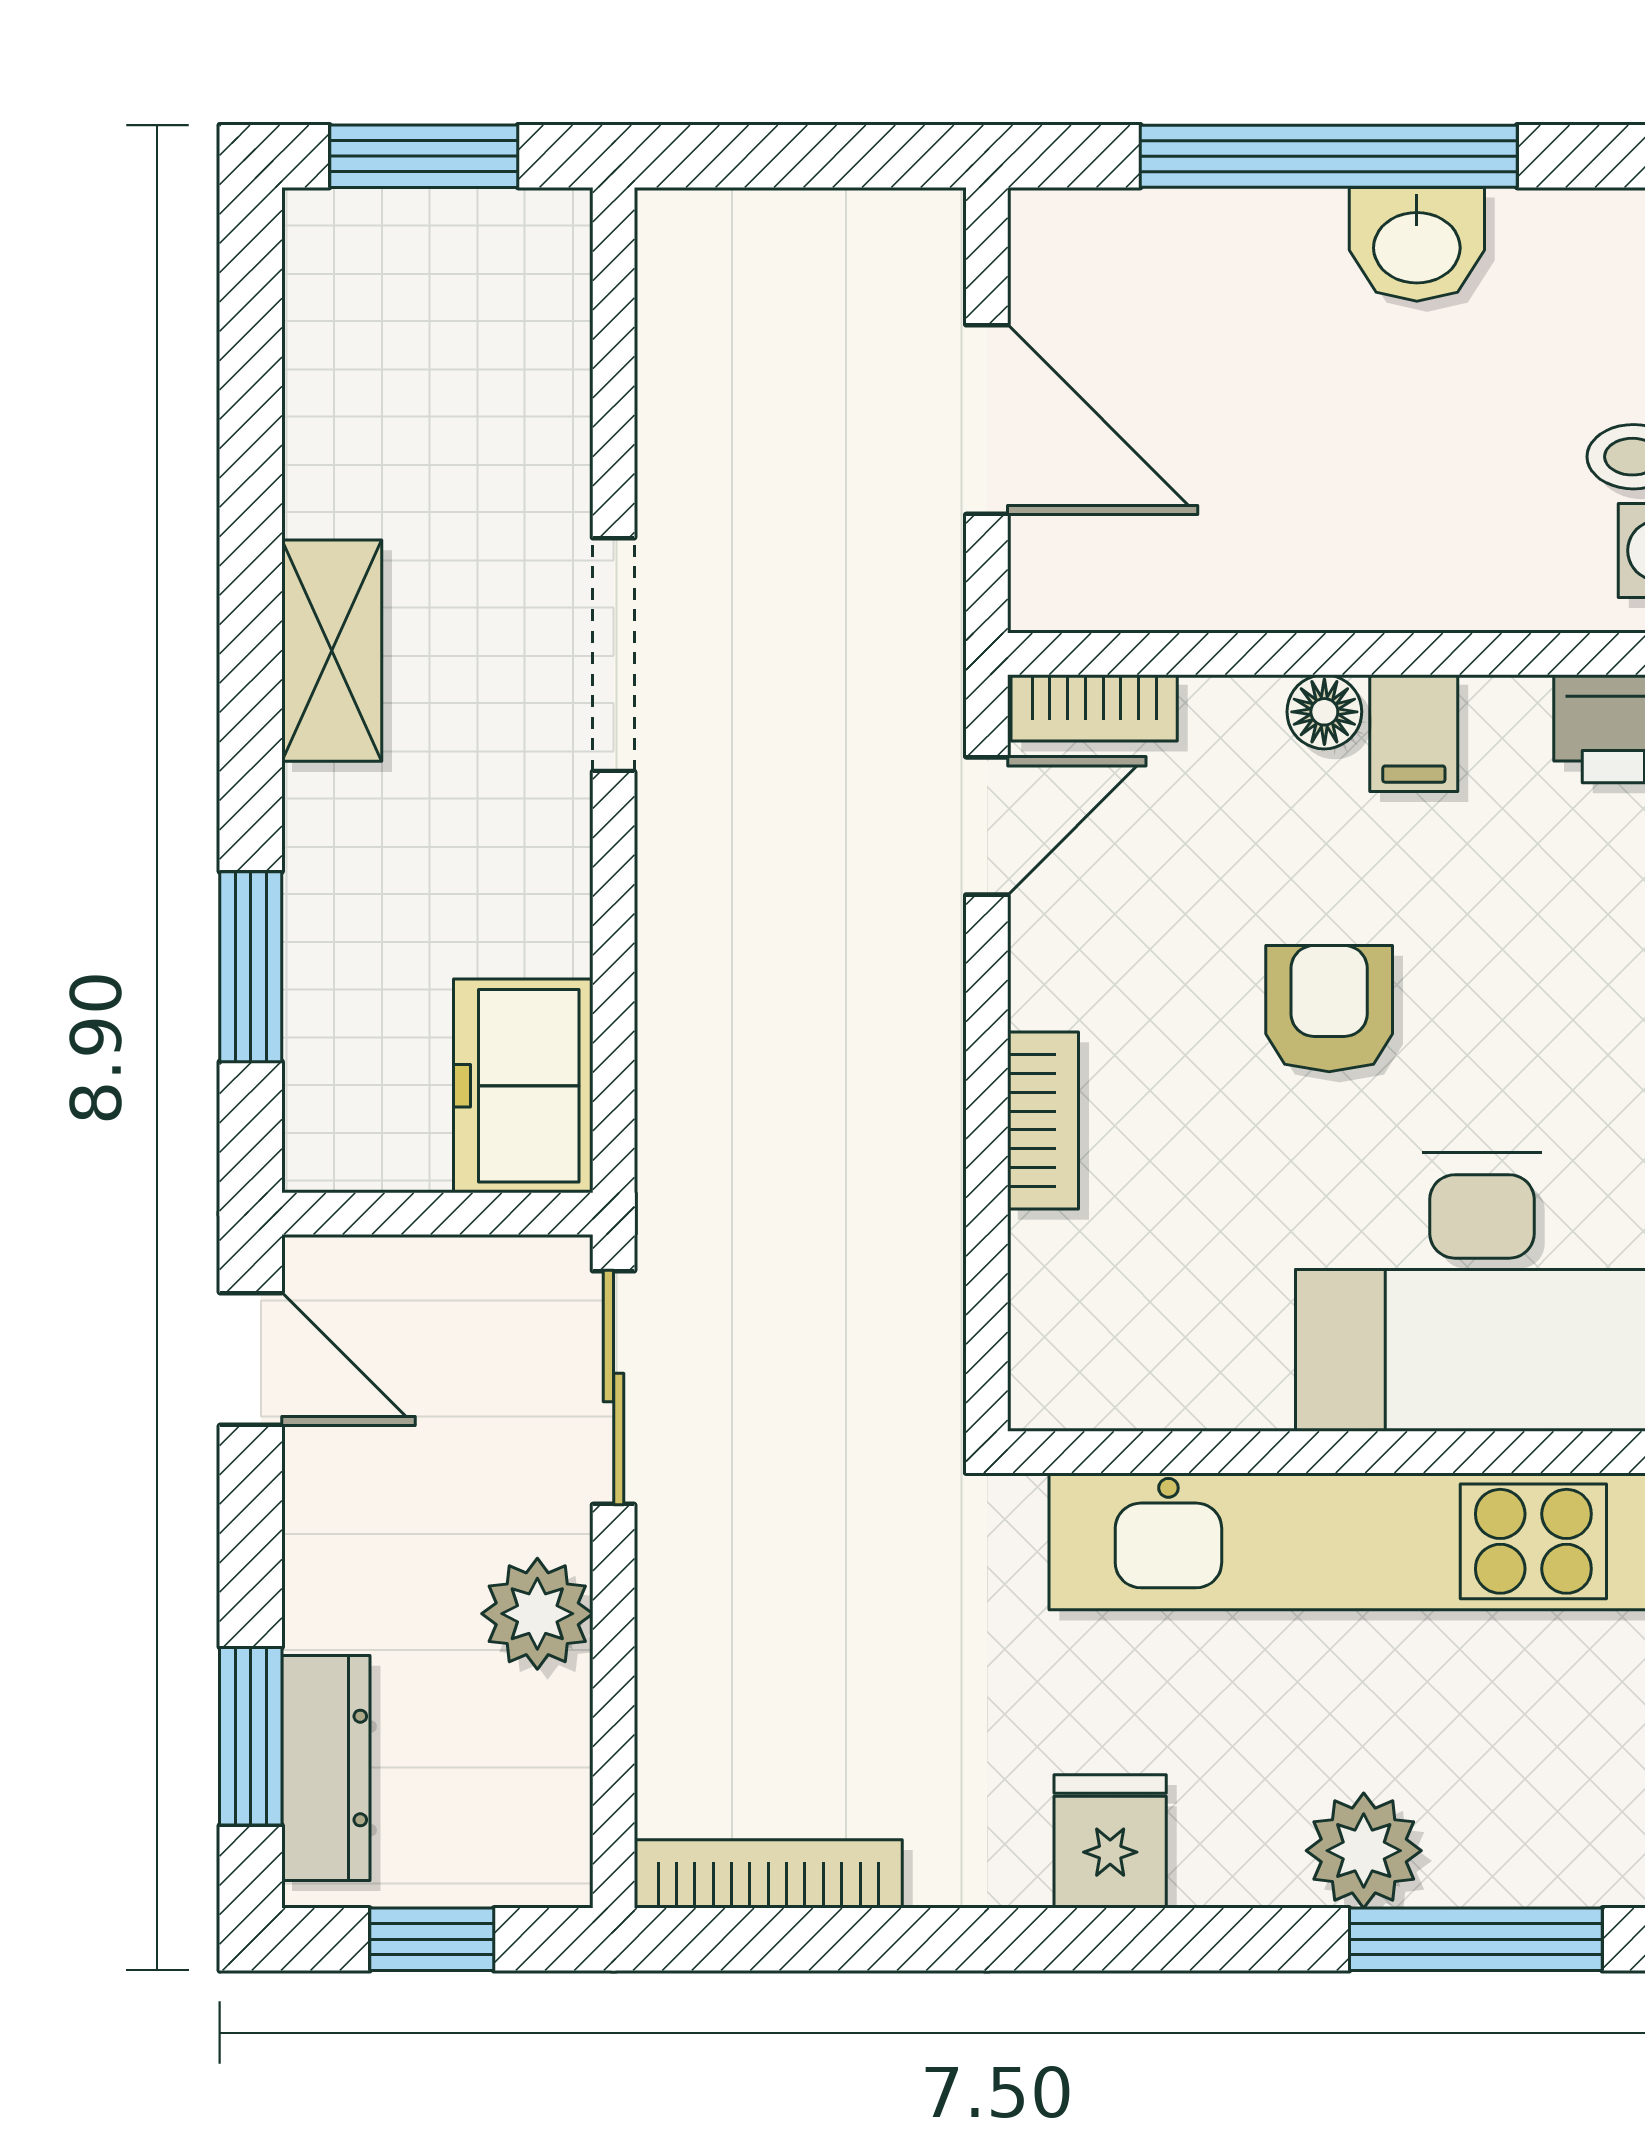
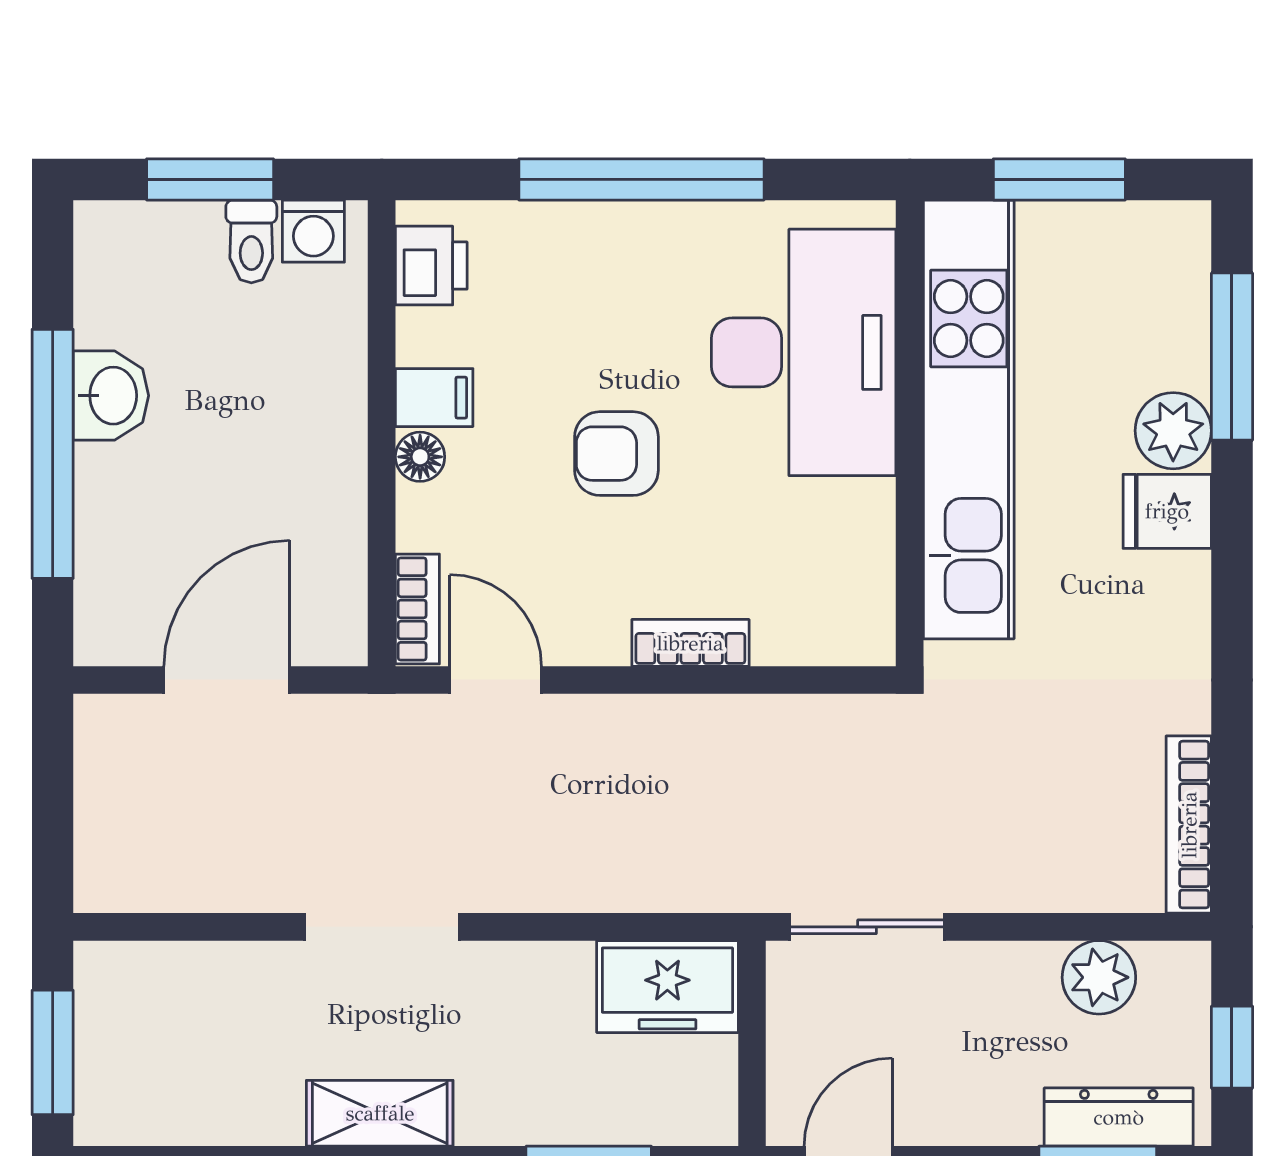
plant: (537, 1614) -> (1099, 977), moved
fridge: (1110, 1841) -> (1167, 511), moved

